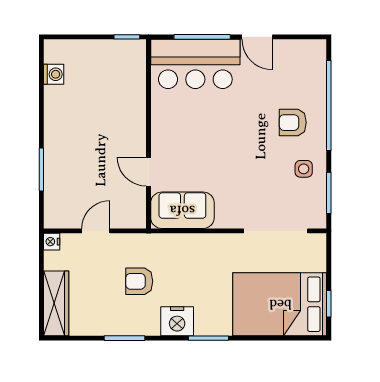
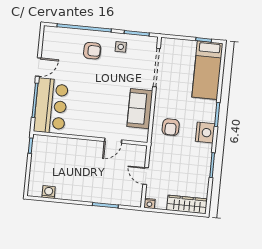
armchair: (293, 123) -> (92, 51), turned -90
sofa: (182, 210) -> (140, 109), moved
armchair: (139, 281) -> (171, 127), moved
bed: (280, 304) -> (207, 70), width x0.67

